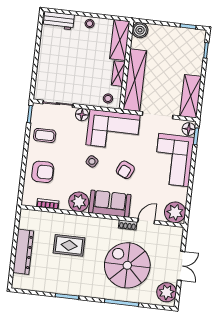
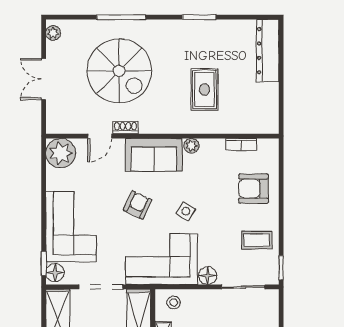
plant: (79, 202) -> (191, 146), width x0.53, depth x0.53
rug: (69, 245) -> (204, 89), turned 90
dresser: (23, 252) -> (268, 51), moved
plant: (167, 292) -> (53, 33), width x0.53, depth x0.53

